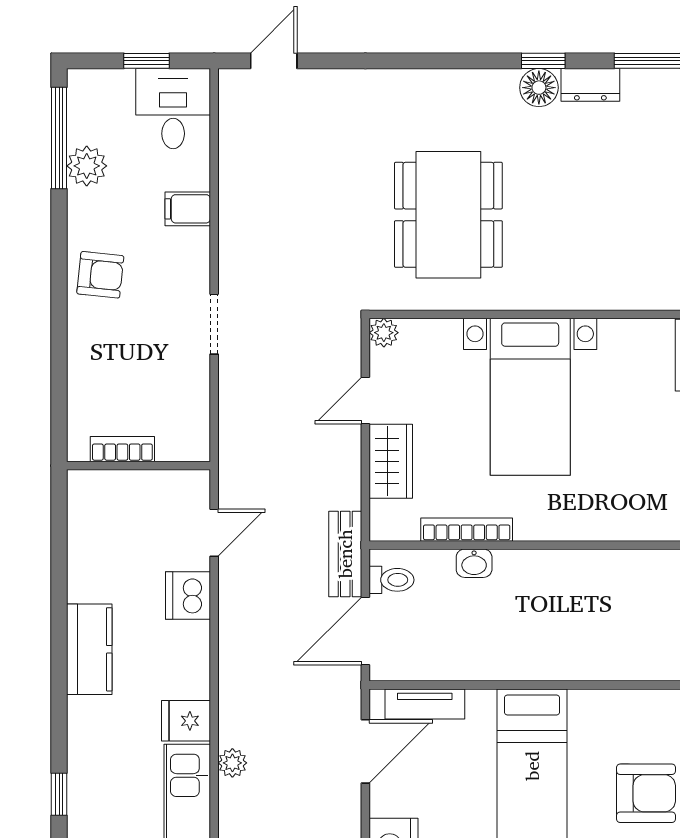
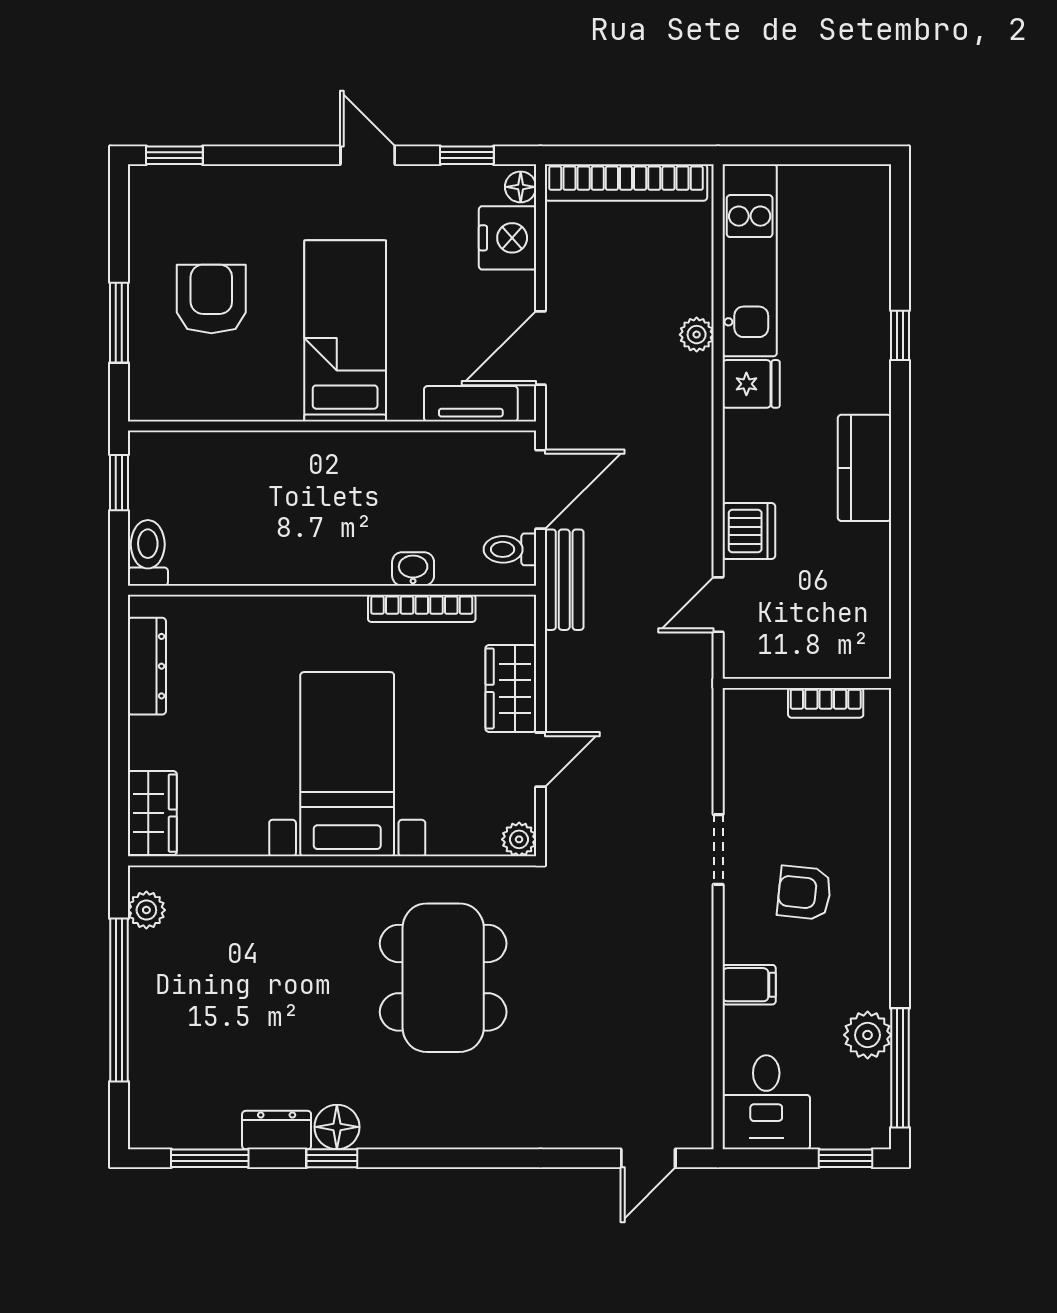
window: (146, 61) -> (845, 1158), moved
armchair: (100, 275) -> (804, 893), moved
armchair: (646, 793) -> (211, 299), turned 90
window: (59, 794) -> (900, 335), moved

